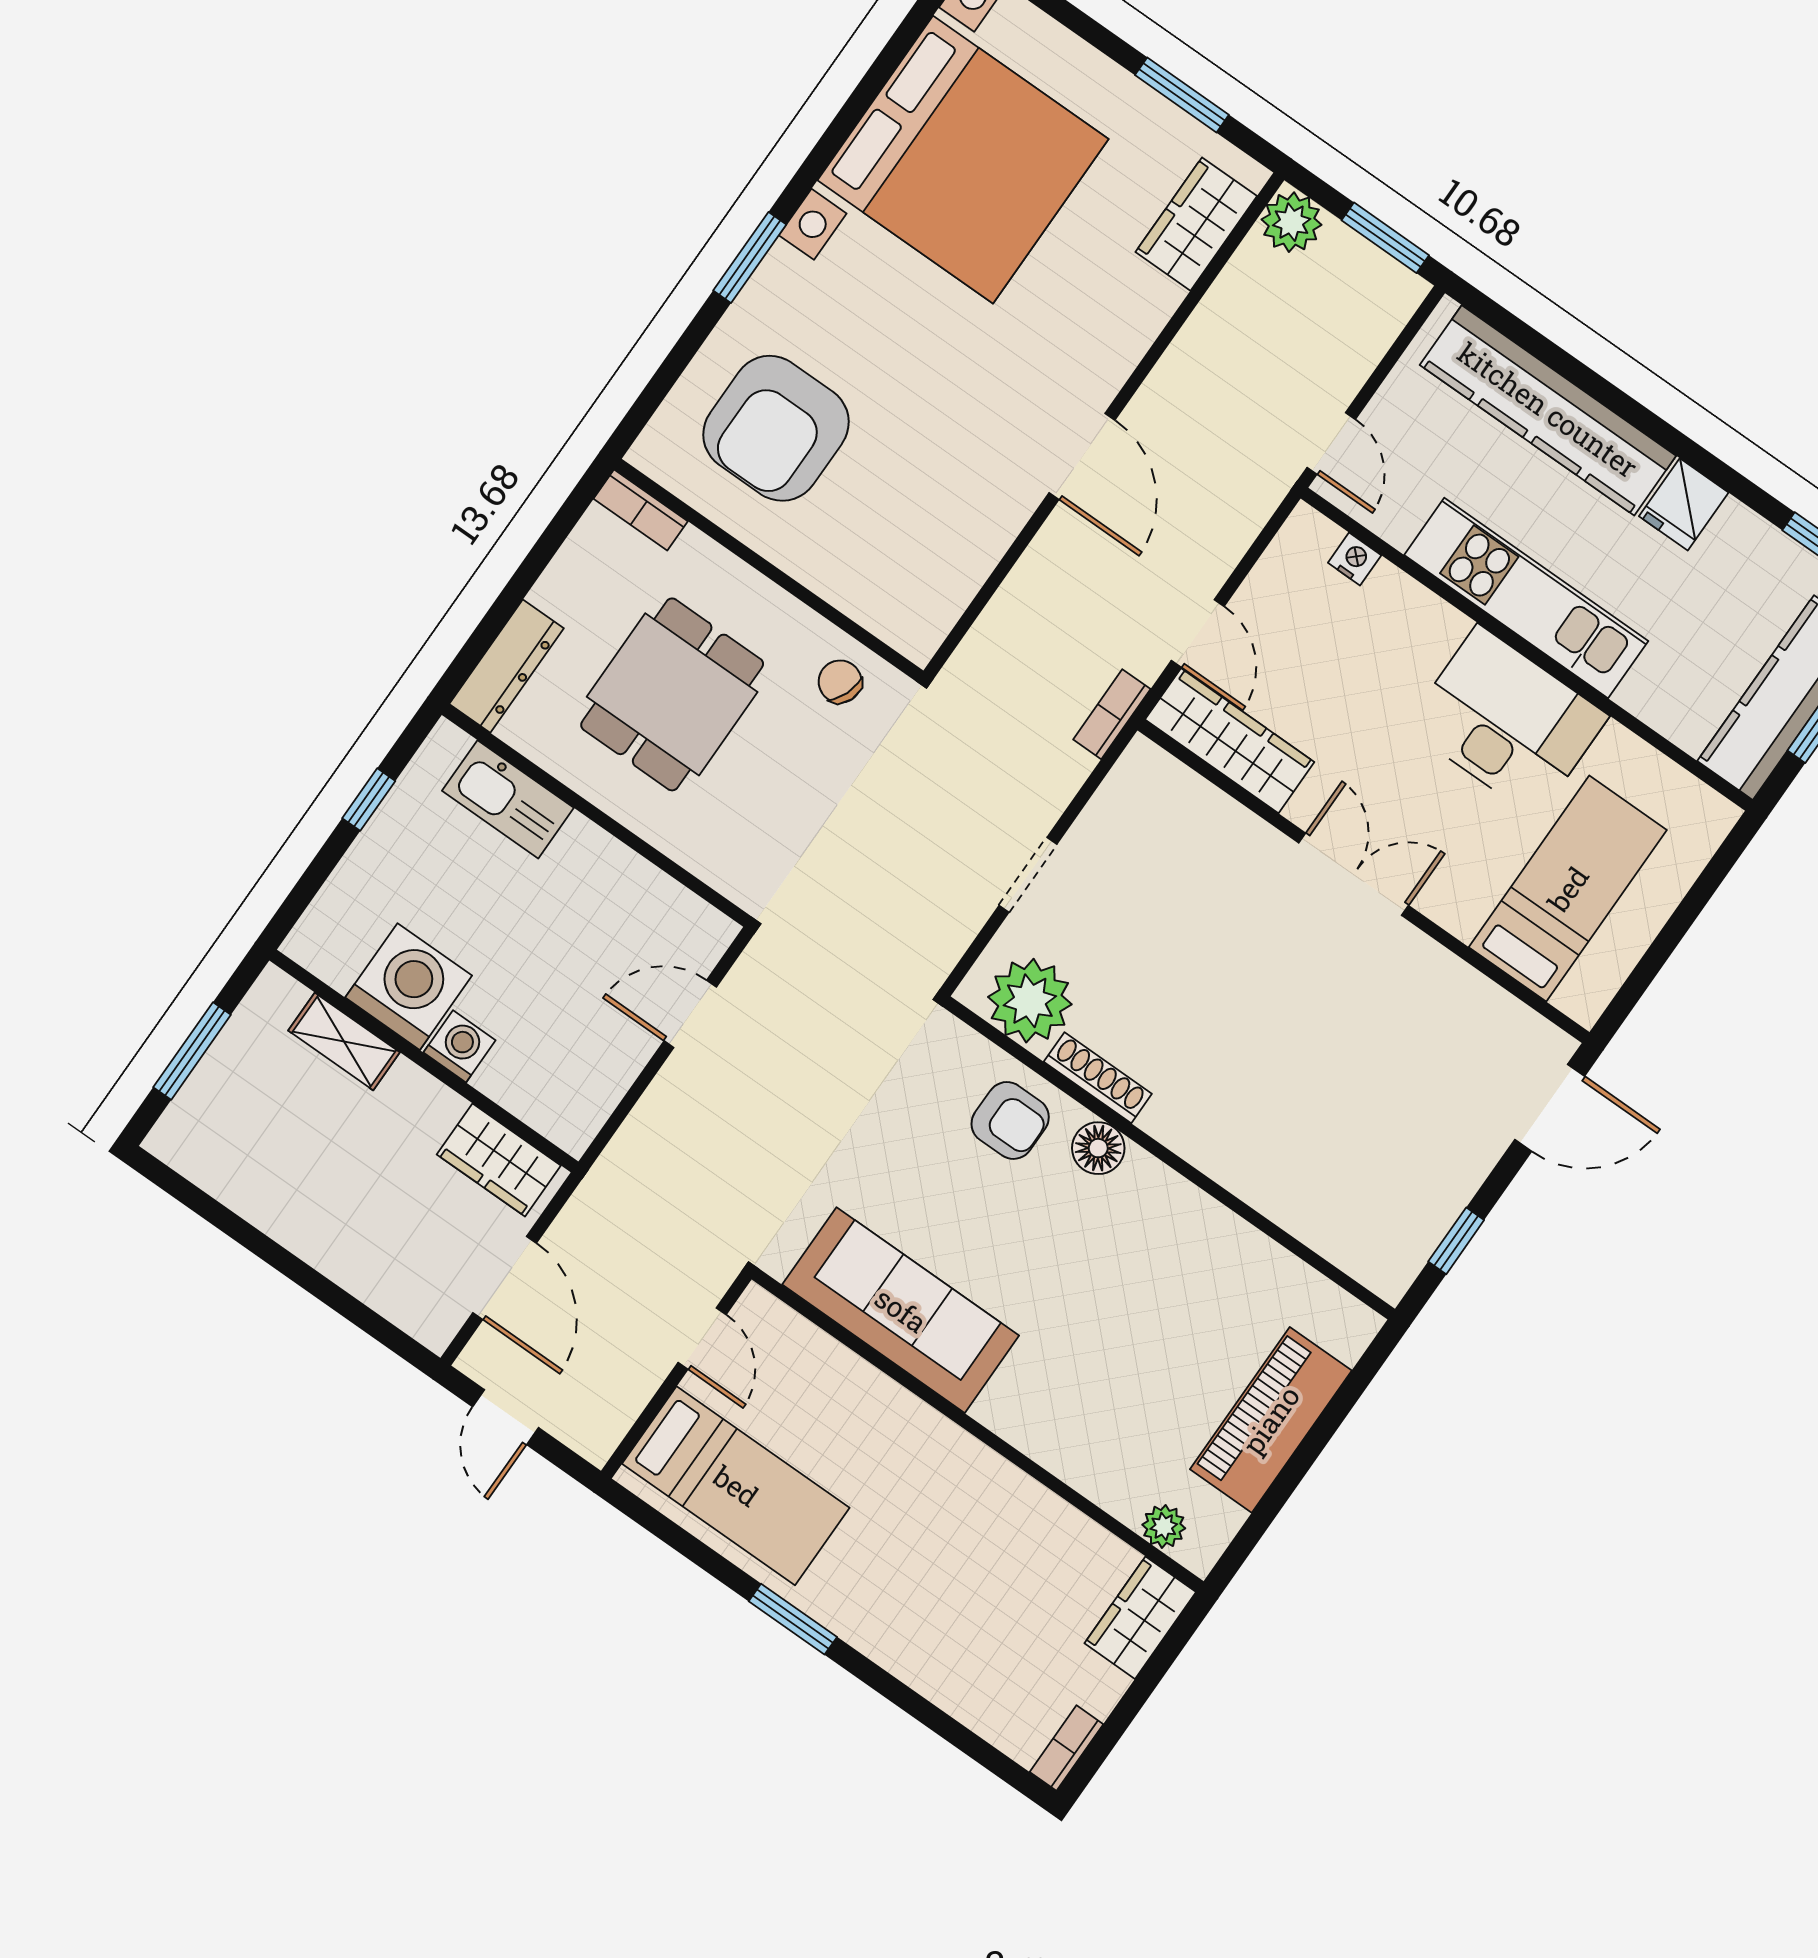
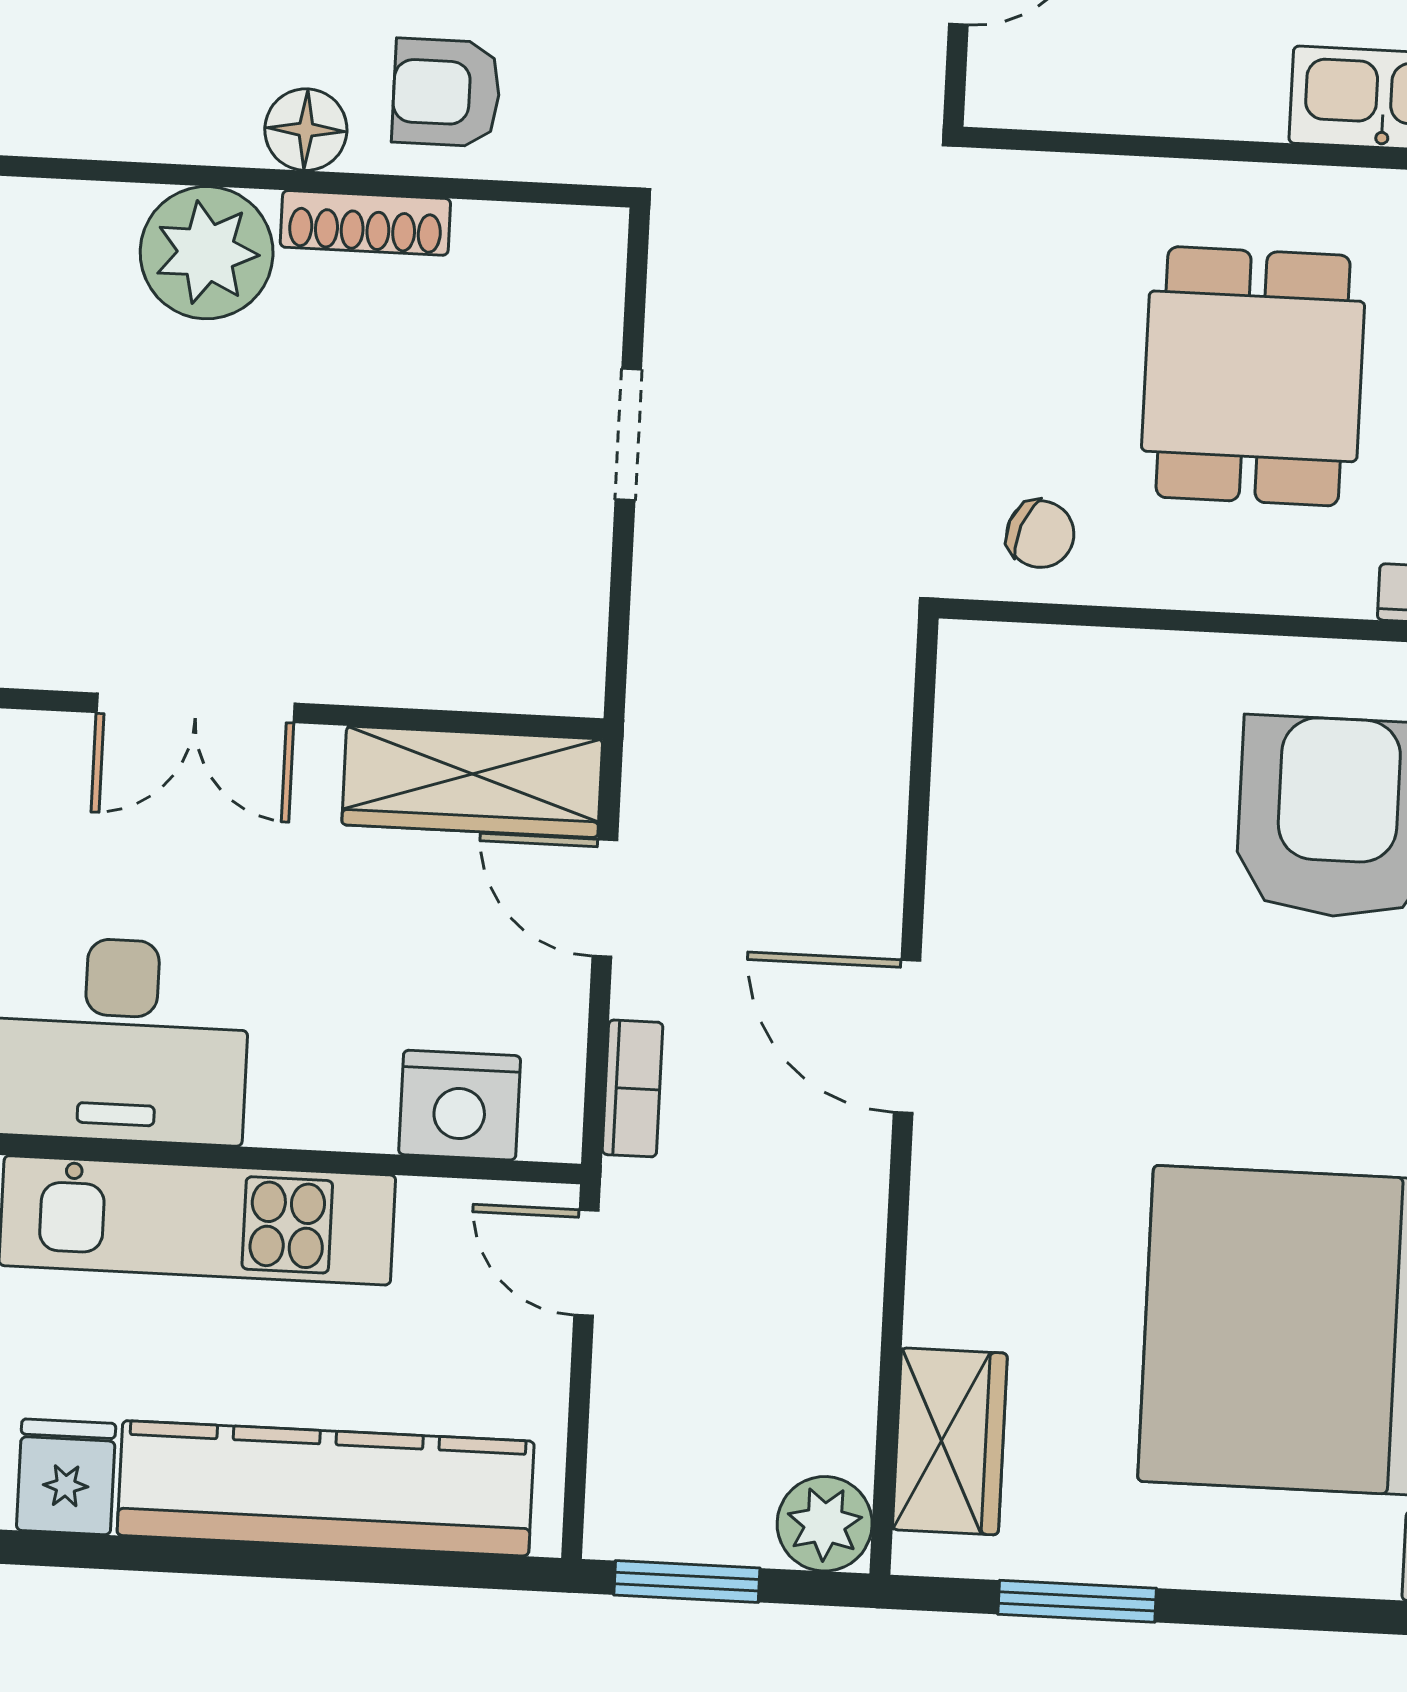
nightstand: (1355, 559) -> (460, 1105), width x1.89, depth x1.79
bookcase: (1112, 714) -> (633, 1088), moved
plant: (1030, 1001) -> (207, 253), moved

